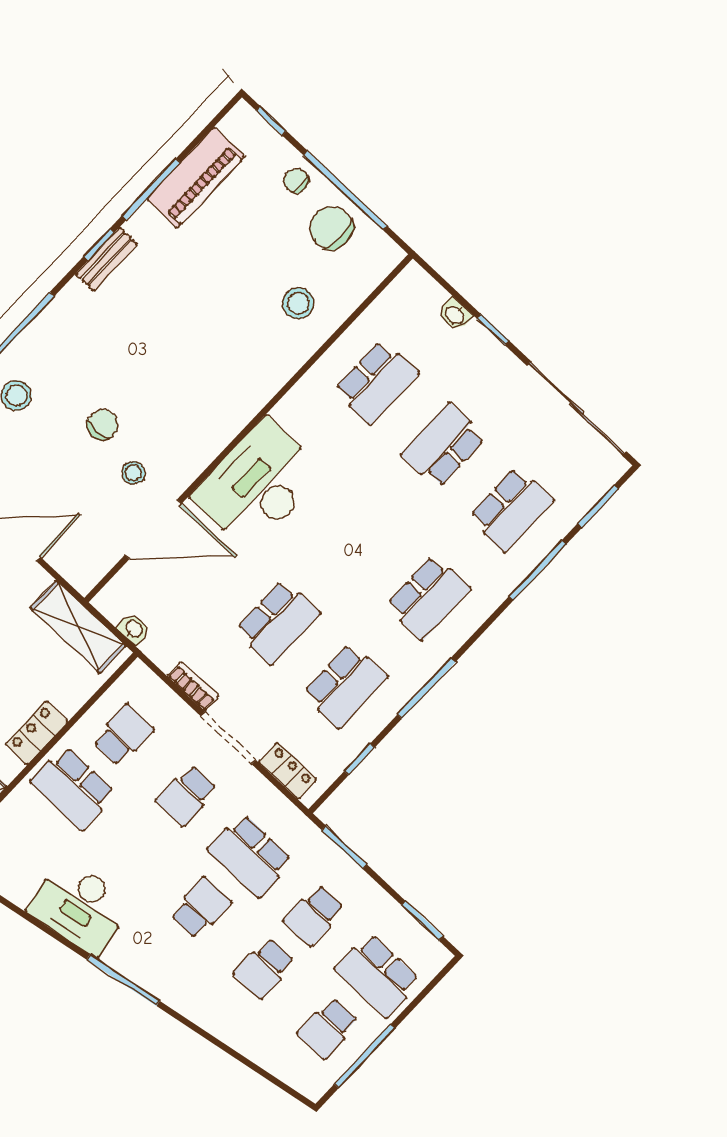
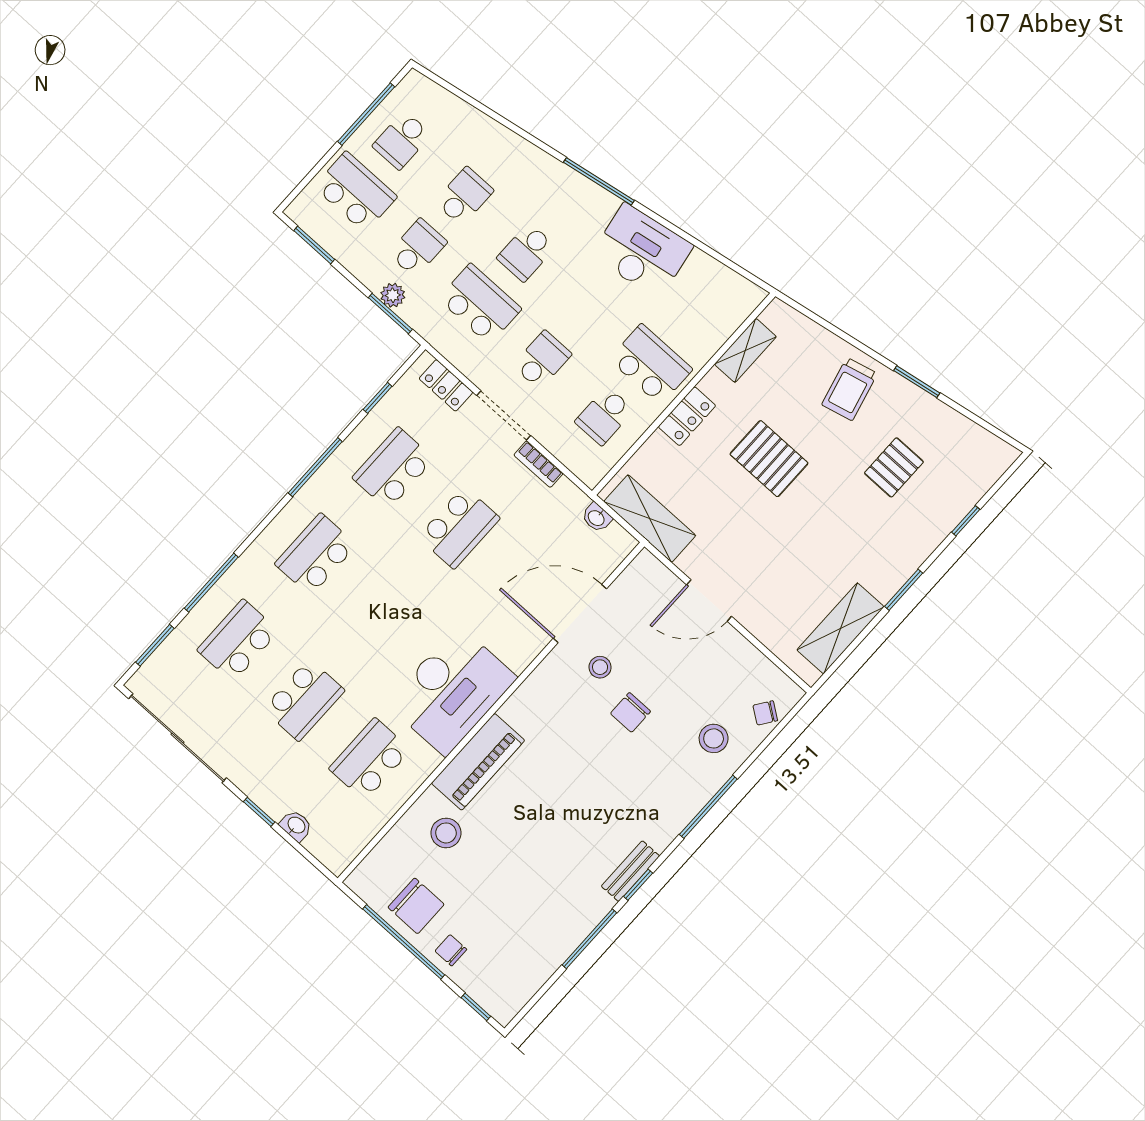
piano: (196, 178) -> (478, 762), moved, turned 180
chair: (296, 181) -> (451, 950), turned 180
desk: (258, 484) -> (452, 691), moved
school desk: (277, 622) -> (459, 528), turned 180
plant: (341, 866) -> (393, 295), added
school desk: (328, 1028) -> (402, 140), turned 180

